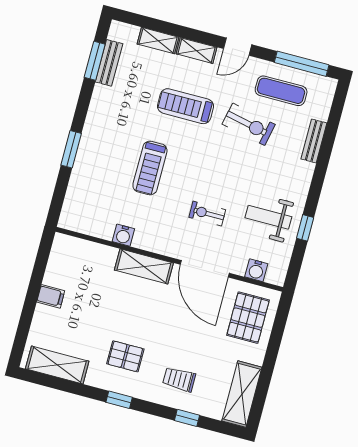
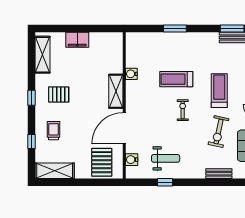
exercise bike: (207, 214) -> (183, 110), moved
weight bench: (268, 217) -> (166, 158), turned 90
filing cabinet: (51, 296) -> (77, 40), width x2.00
pallet: (248, 318) -> (102, 162), turned 90
pallet: (125, 356) -> (59, 94), turned 90

